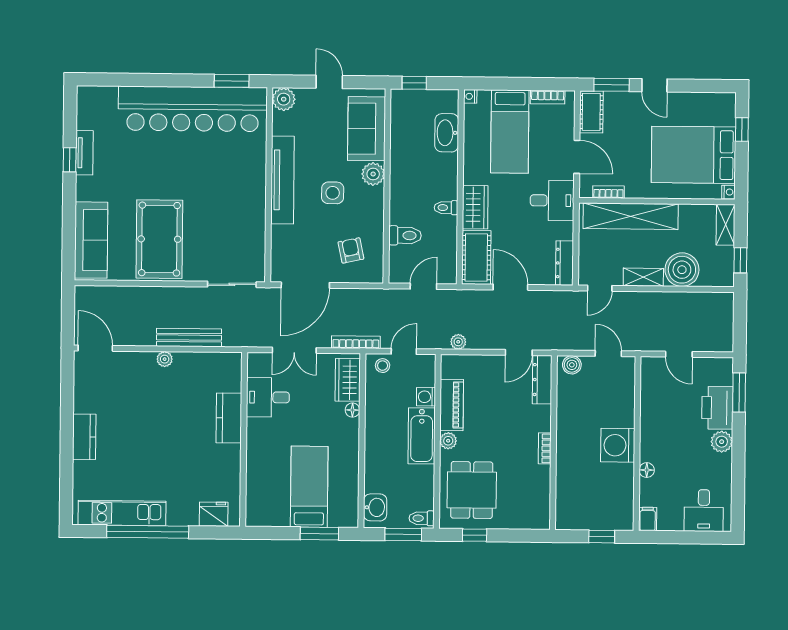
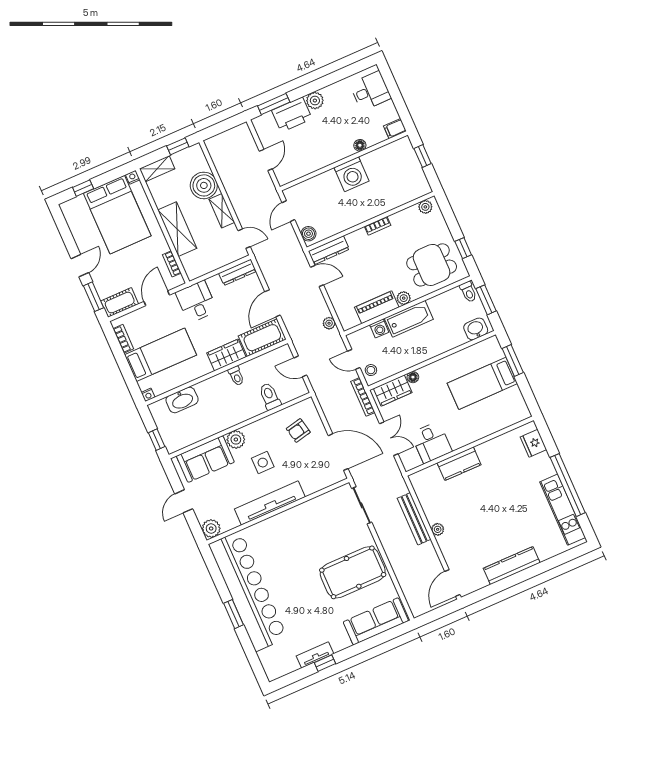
window: (232, 81) -> (234, 614), moved
shelving: (631, 216) -> (177, 229), width x0.68
kitchen counter: (84, 437) -> (512, 566), width x1.50
plant: (542, 513) -> (425, 207), added

